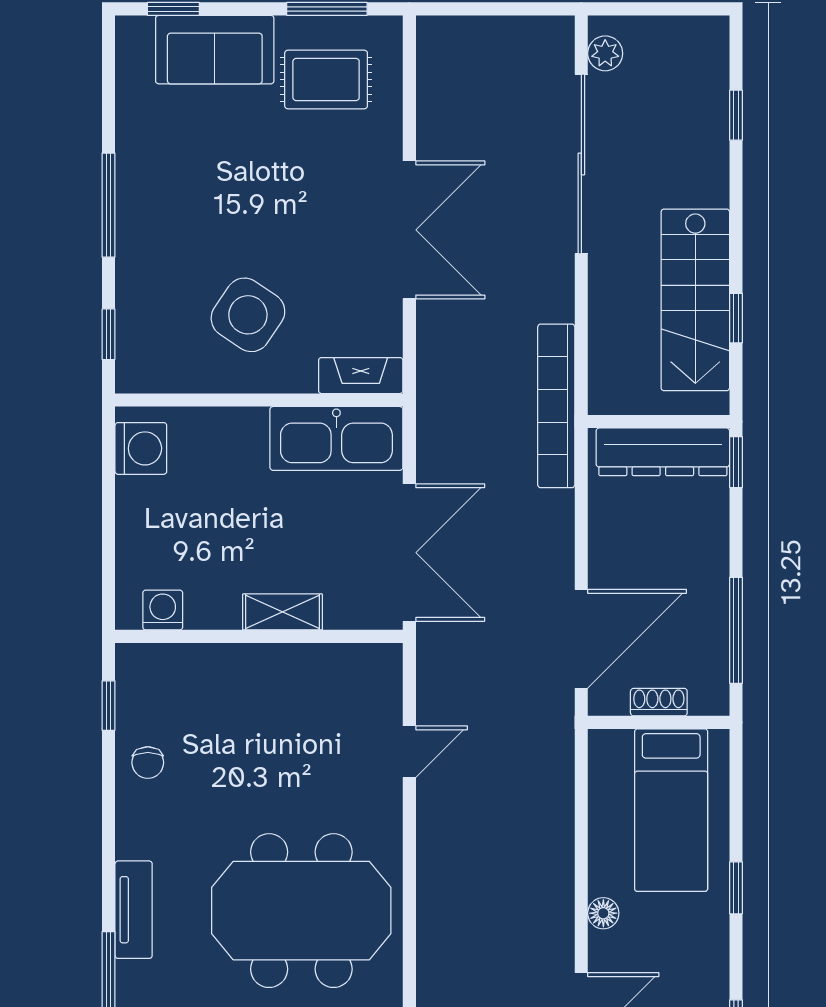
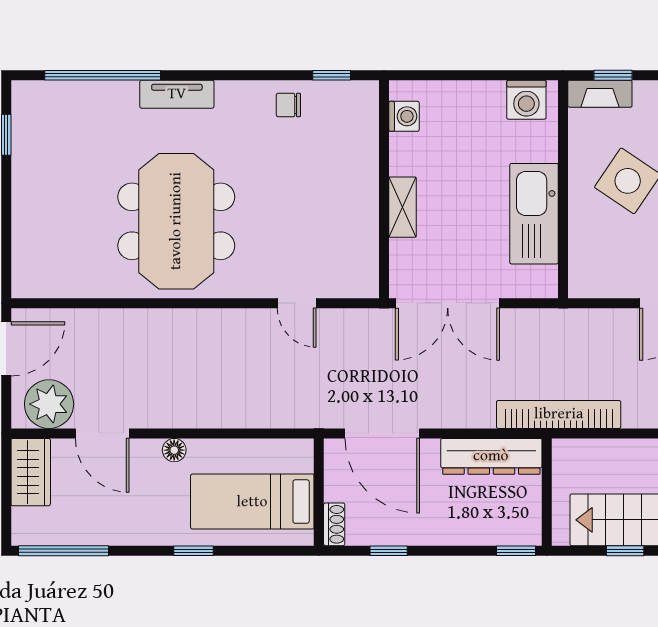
fireplace: (361, 376) -> (600, 94), moved, turned 90
kitchen sink: (336, 438) -> (534, 214), moved
dresser: (663, 452) -> (491, 456), moved, turned -90
window: (736, 630) -> (389, 551), width x0.46
shoe rack: (659, 702) -> (334, 524), moved

